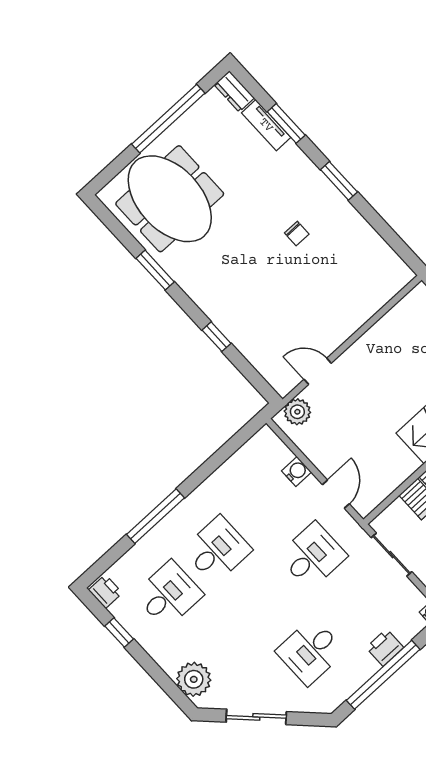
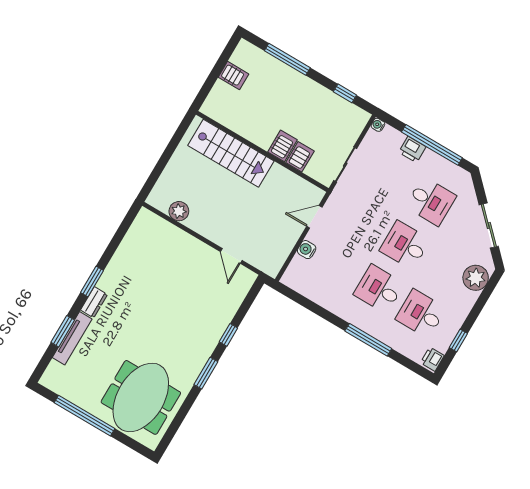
dresser: (234, 91) -> (94, 302), moved
tv unit: (266, 125) -> (72, 338), width x1.41
chair: (297, 234) -> (138, 300), removed
window: (155, 270) -> (206, 373), moved
plant: (297, 412) -> (179, 211), moved
desk: (312, 556) -> (405, 245), moved

